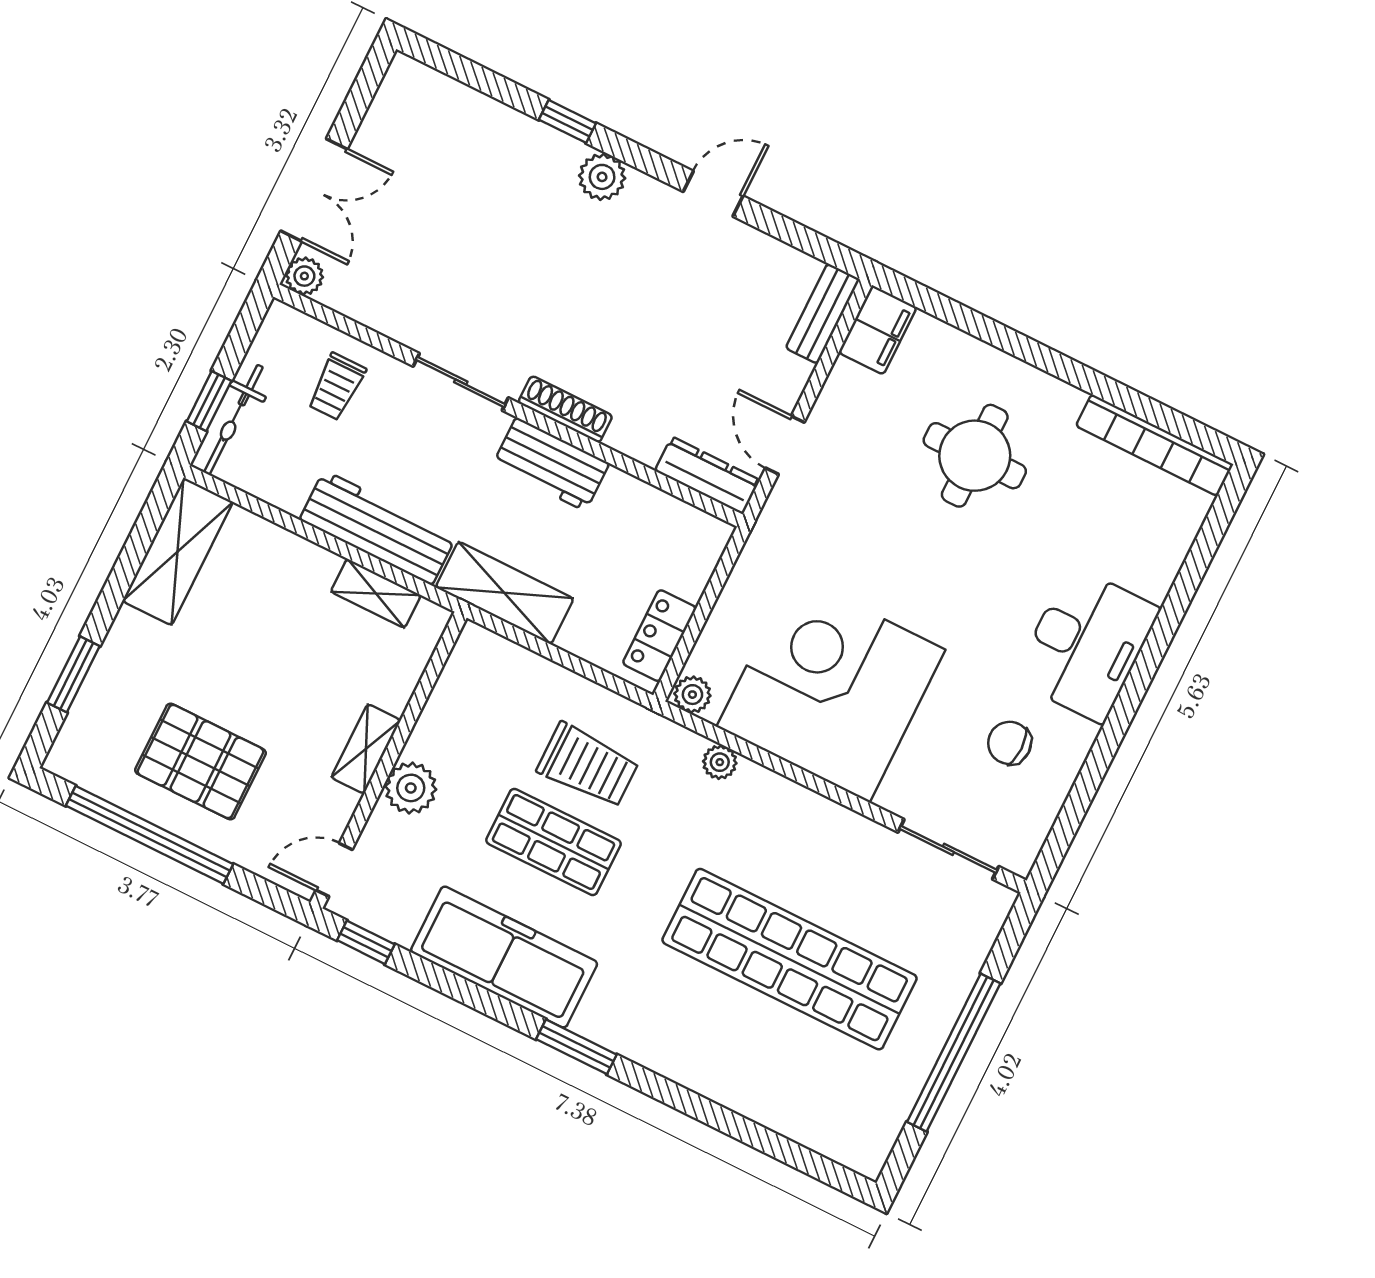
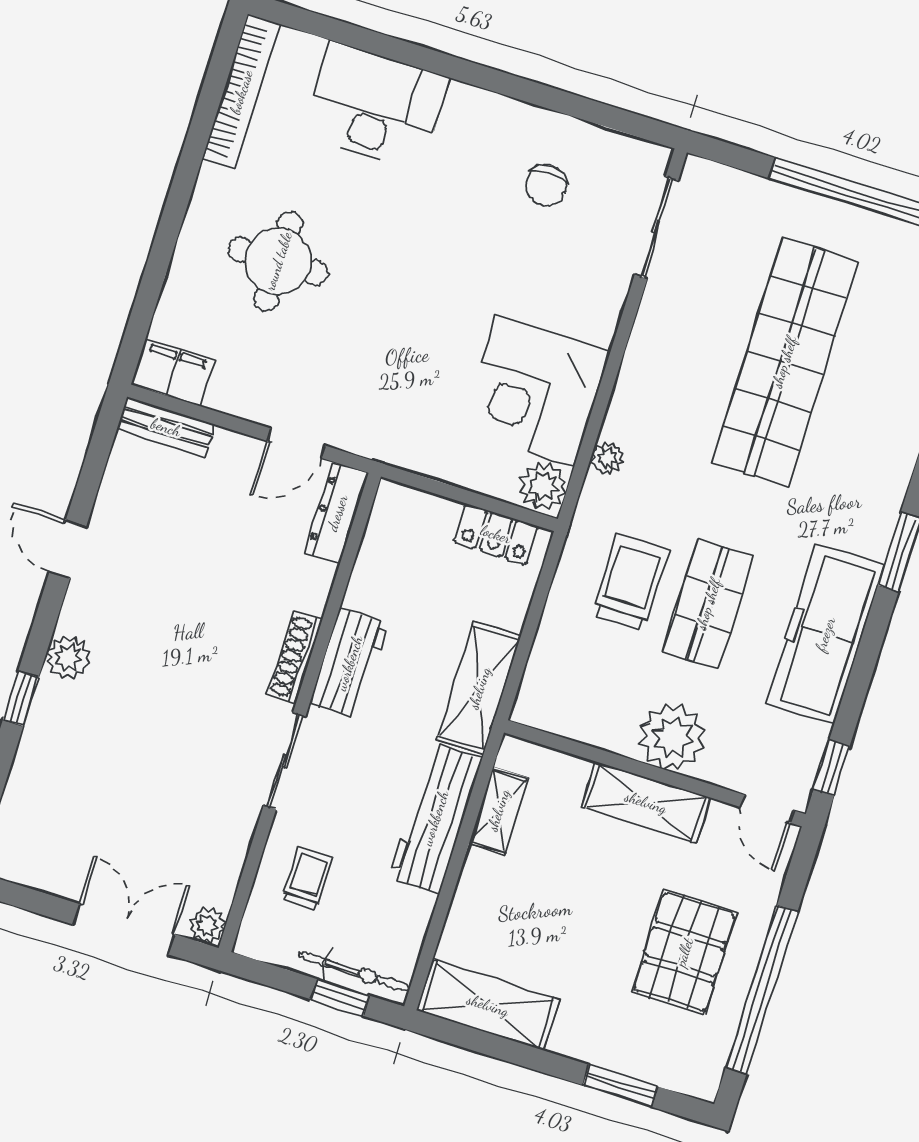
trolley: (337, 387) -> (307, 878), turned -90
desk: (1086, 644) -> (375, 106), moved
corner desk: (831, 688) -> (535, 391), width x0.74, depth x0.74
plant: (692, 695) -> (543, 486), width x1.38, depth x1.38
shelving: (366, 749) -> (646, 802), width x1.50, depth x1.33
plant: (411, 788) -> (672, 737), width x1.36, depth x1.36

